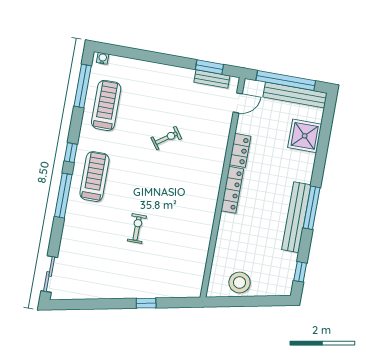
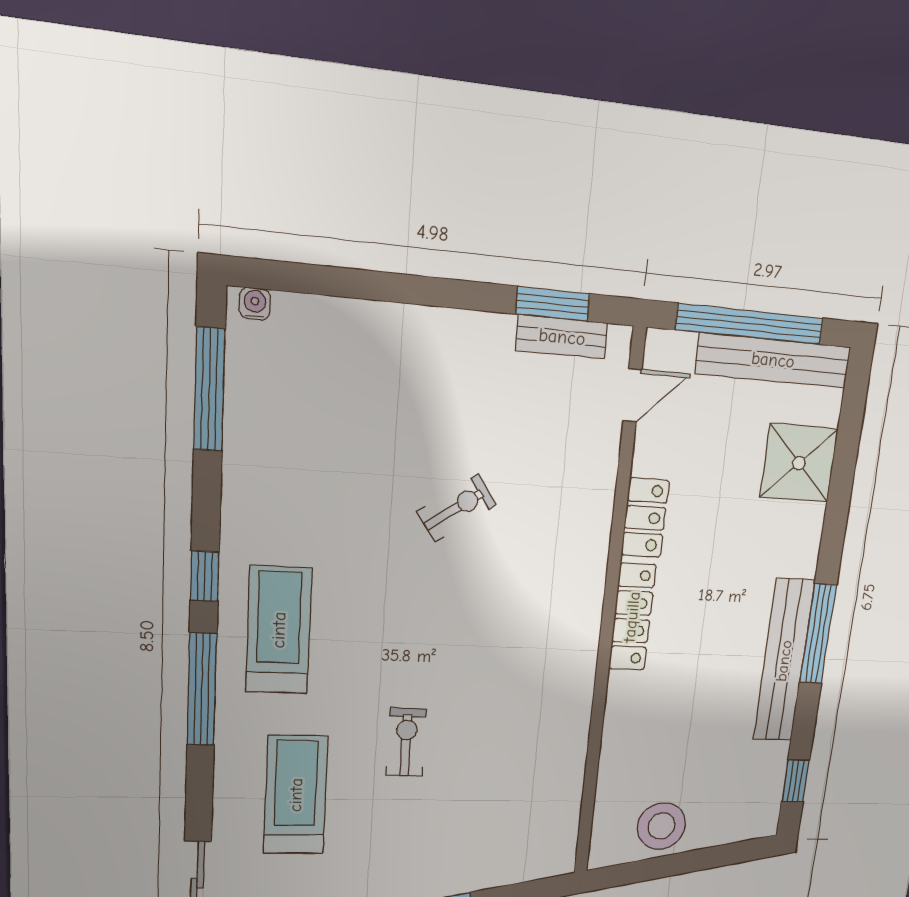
treadmill: (106, 105) -> (296, 795), moved

